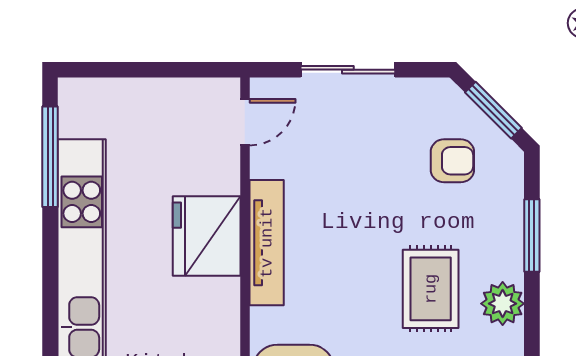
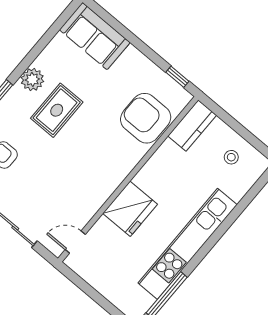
tv unit: (267, 243) -> (108, 185), removed

